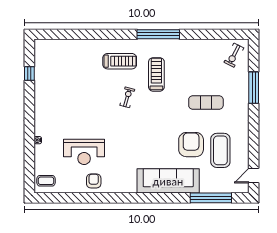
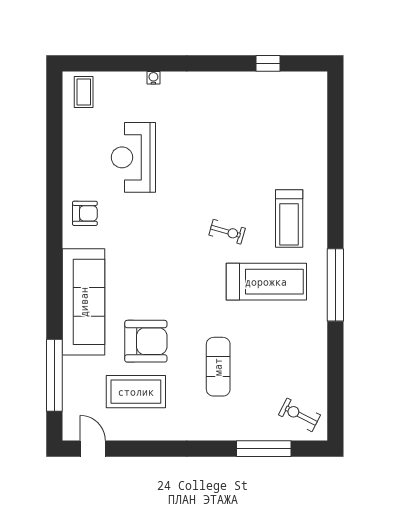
treadmill: (156, 74) -> (266, 282), width x1.37, depth x1.38
window: (254, 88) -> (264, 449), moved
armchair: (94, 181) -> (85, 213), moved

